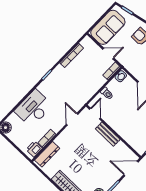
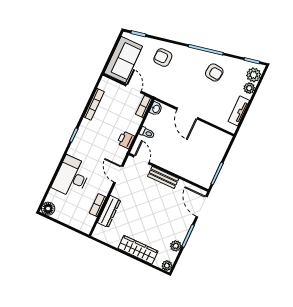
door: (108, 54) -> (134, 89), hinge flipped
printer: (34, 149) -> (126, 140), moved
dresser: (47, 154) -> (109, 211), moved
door: (131, 168) -> (202, 207), hinge flipped

